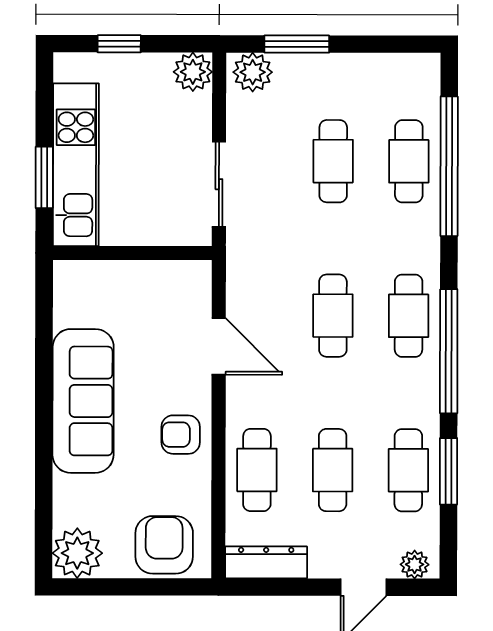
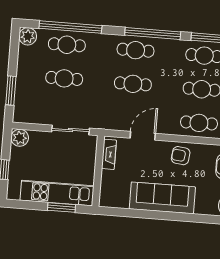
plant: (253, 72) -> (28, 36), moved
fireplace: (171, 274) -> (109, 154), added
armchair: (181, 435) -> (181, 156), turned 97

